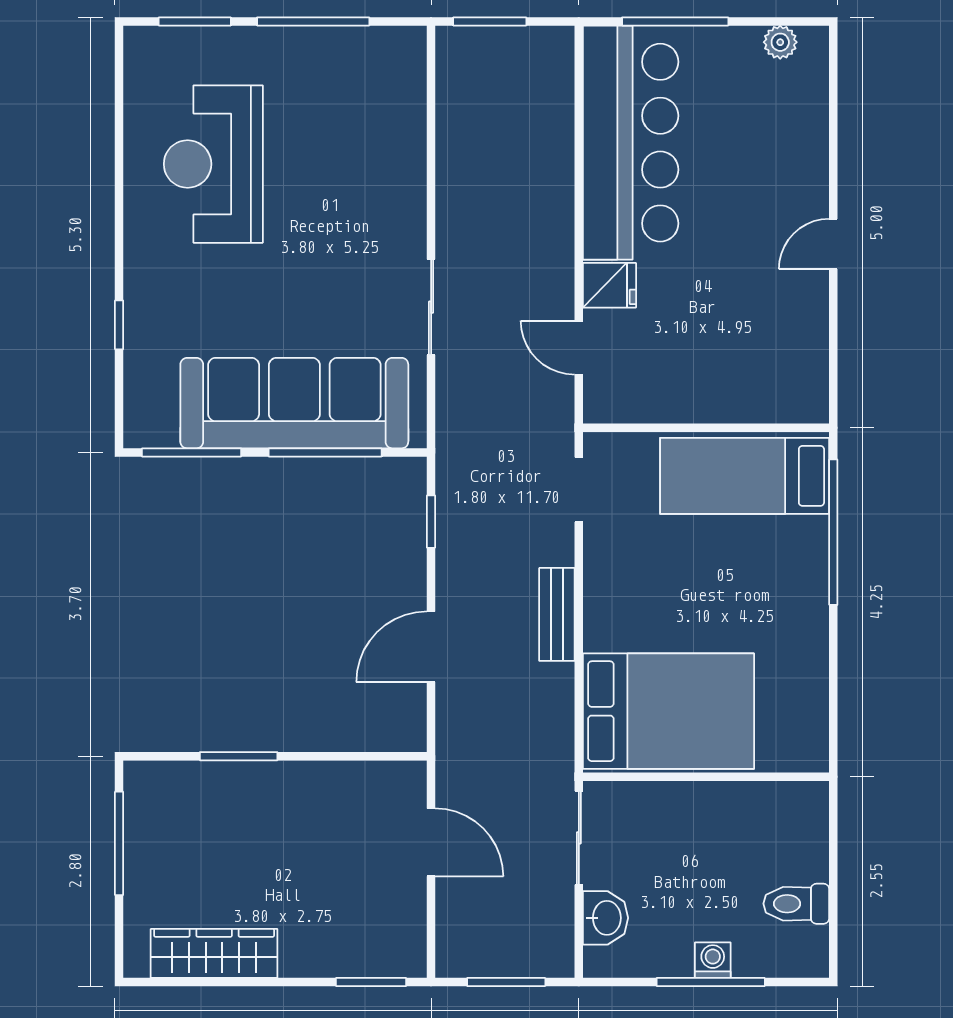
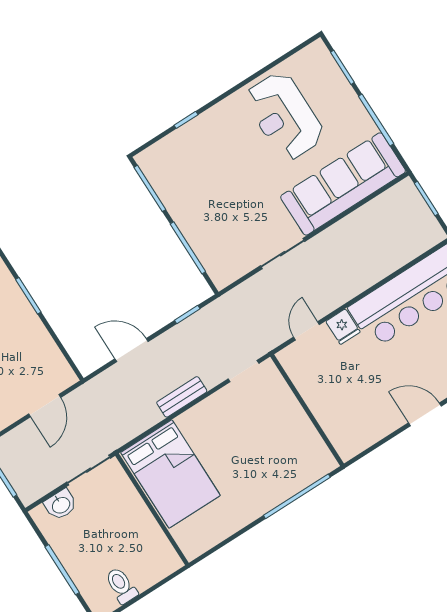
reception desk: (213, 164) -> (284, 116), turned -90
door: (833, 244) -> (425, 414), width x1.38
sofa: (294, 403) -> (343, 184), moved, turned -90
bed: (745, 476) -> (297, 441), removed
washing machine: (713, 960) -> (72, 564), removed

